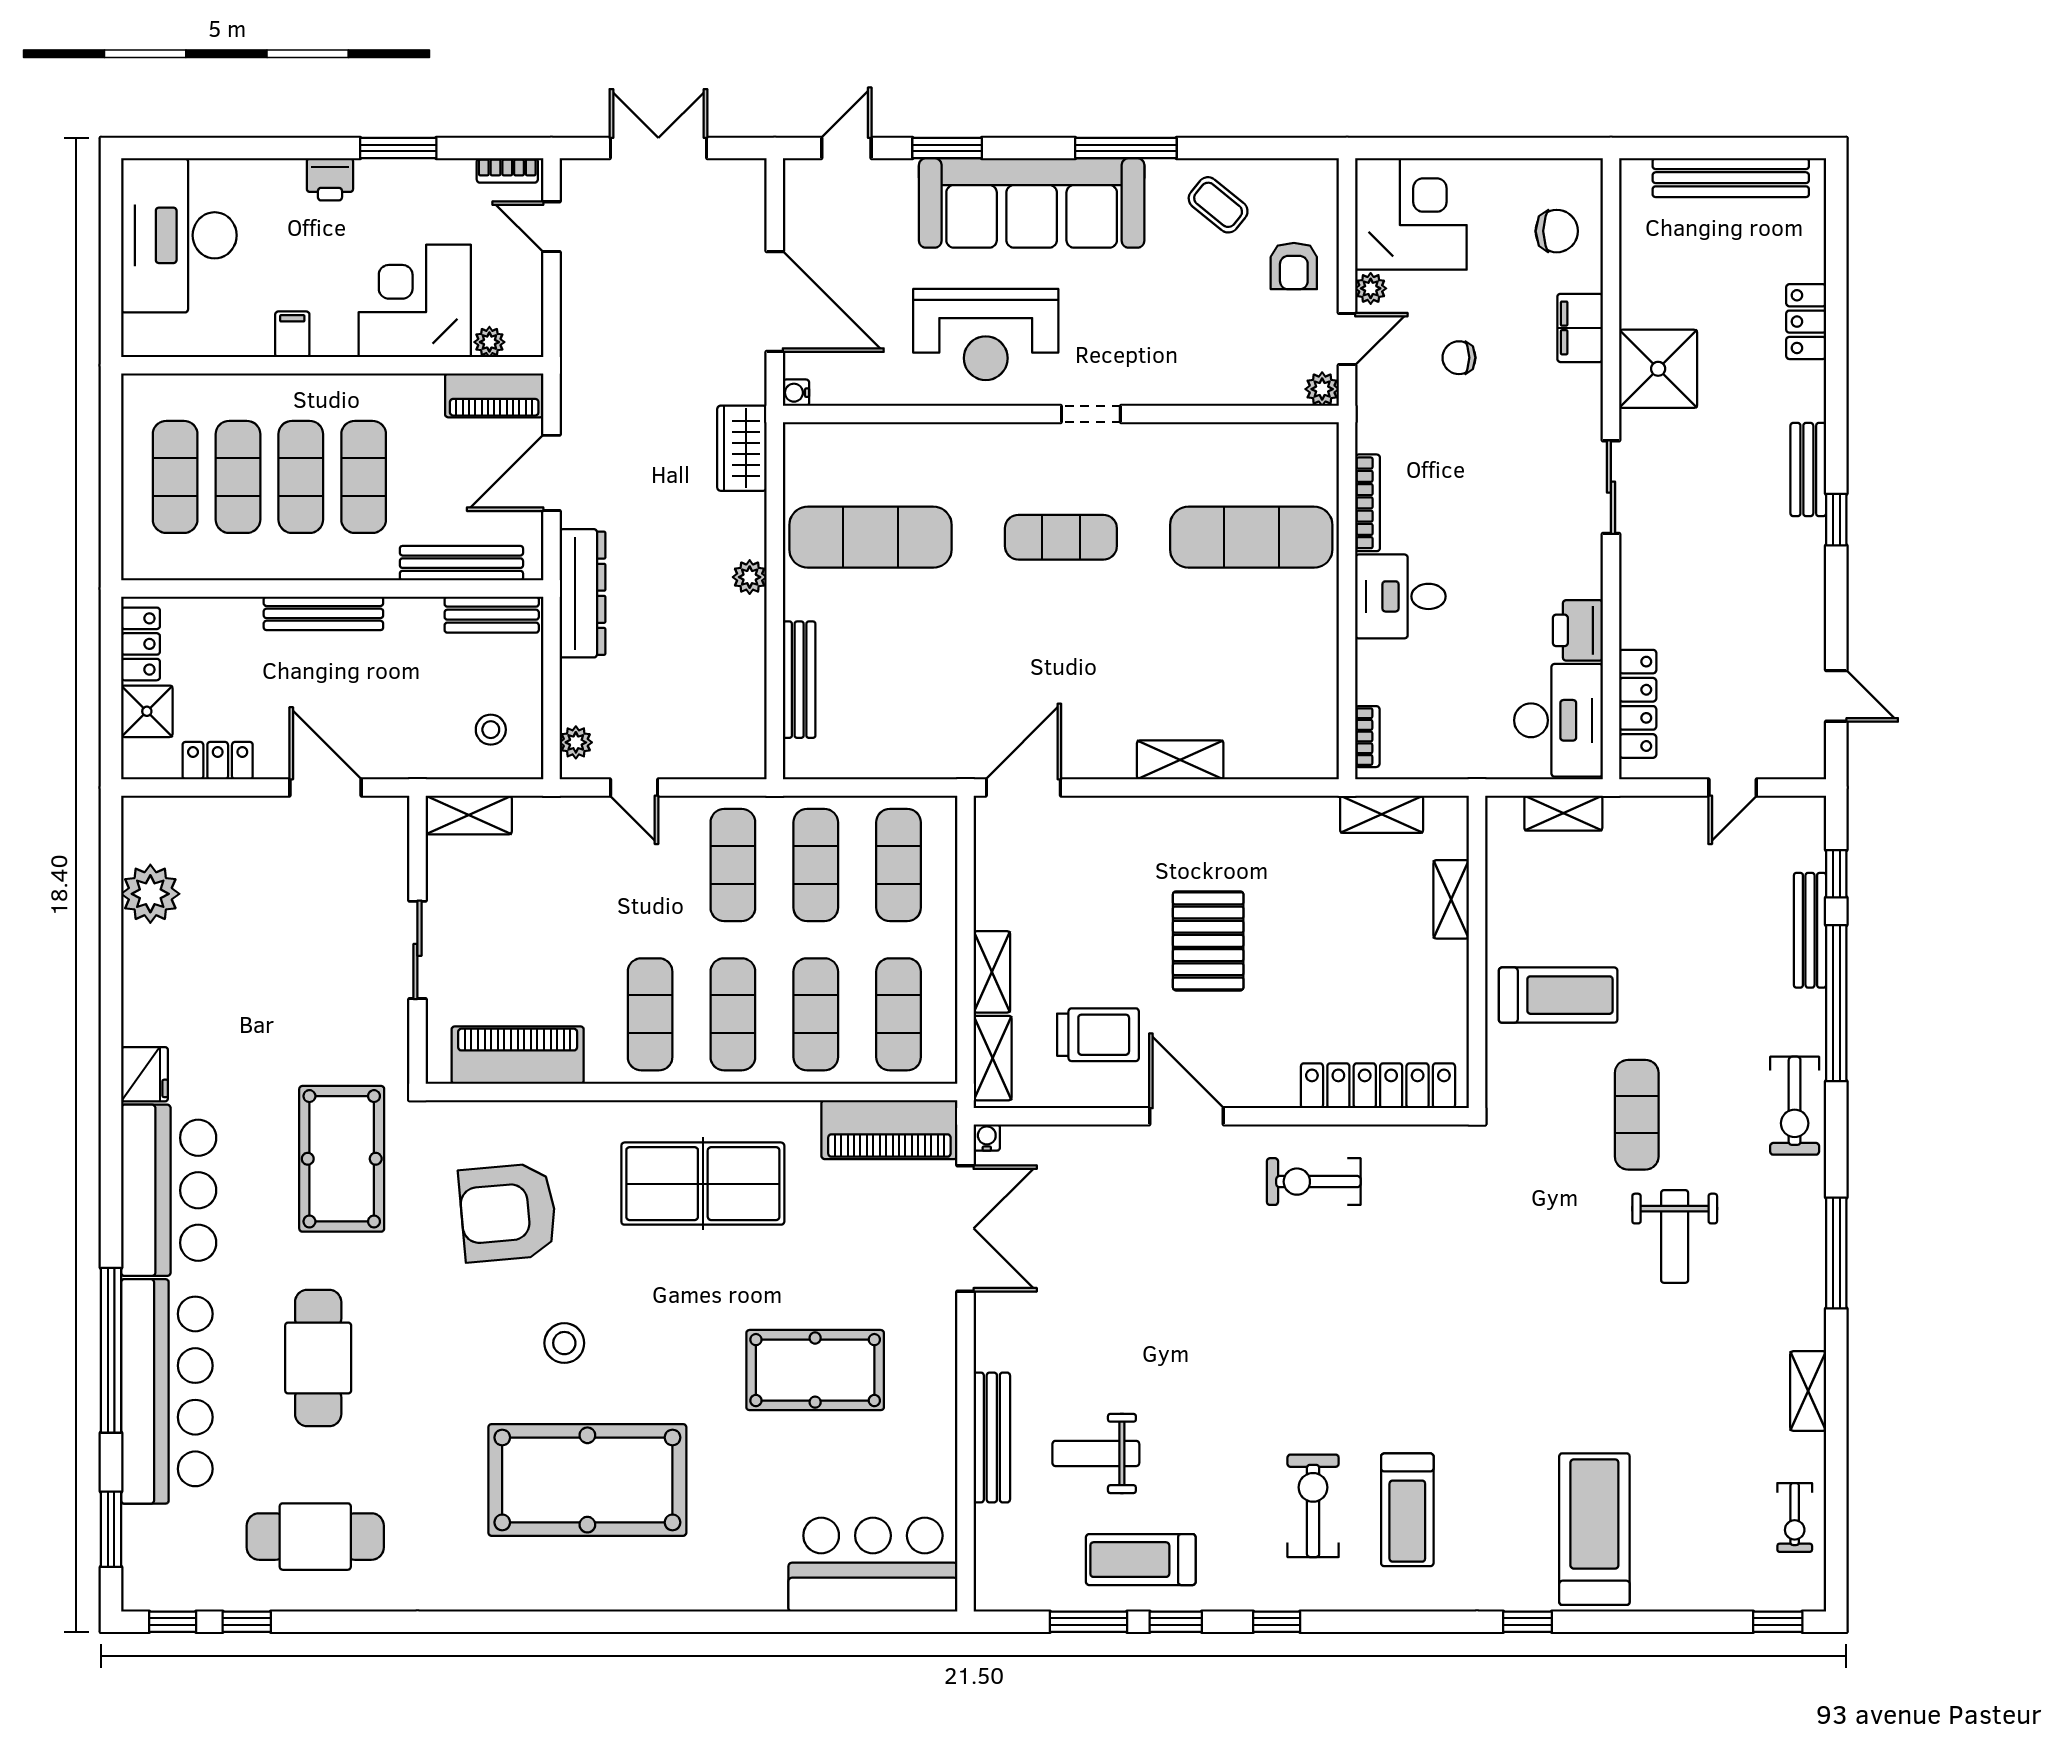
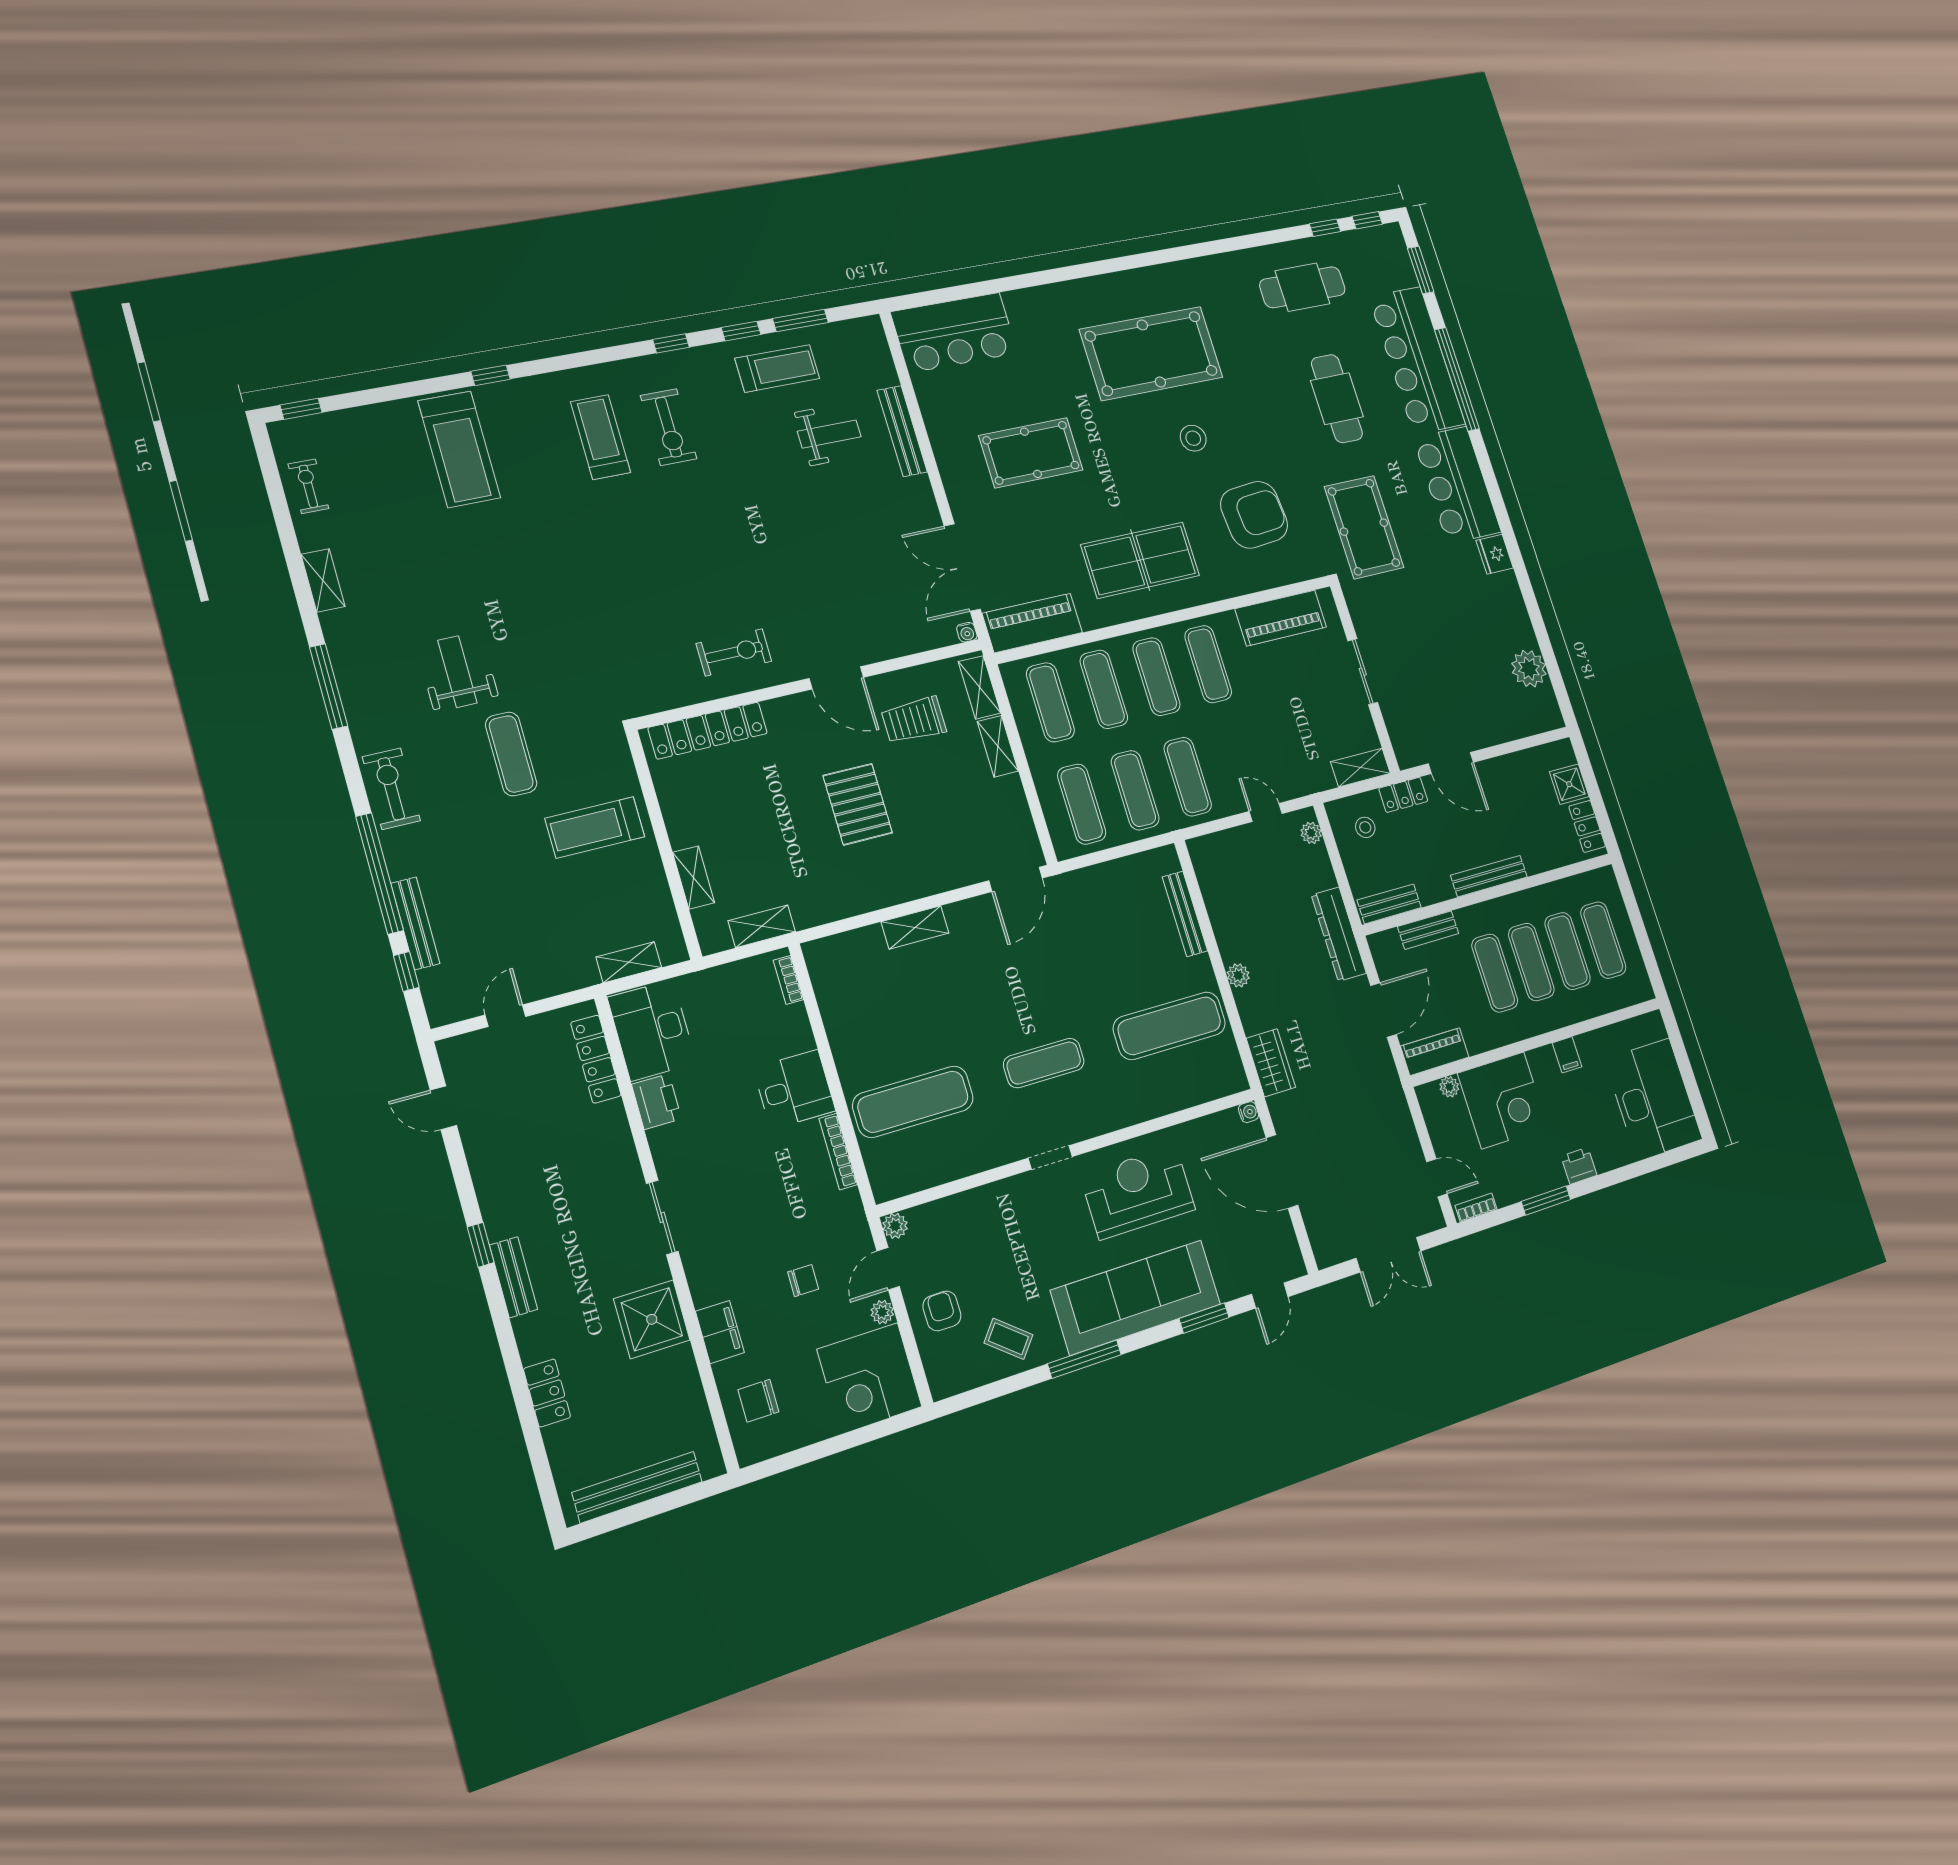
bench: (461, 563) -> (1428, 930), width x0.73
locker: (218, 761) -> (1403, 795), moved

